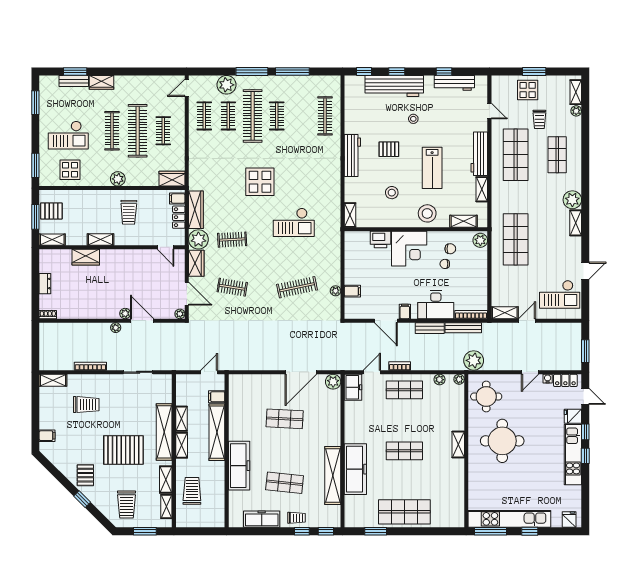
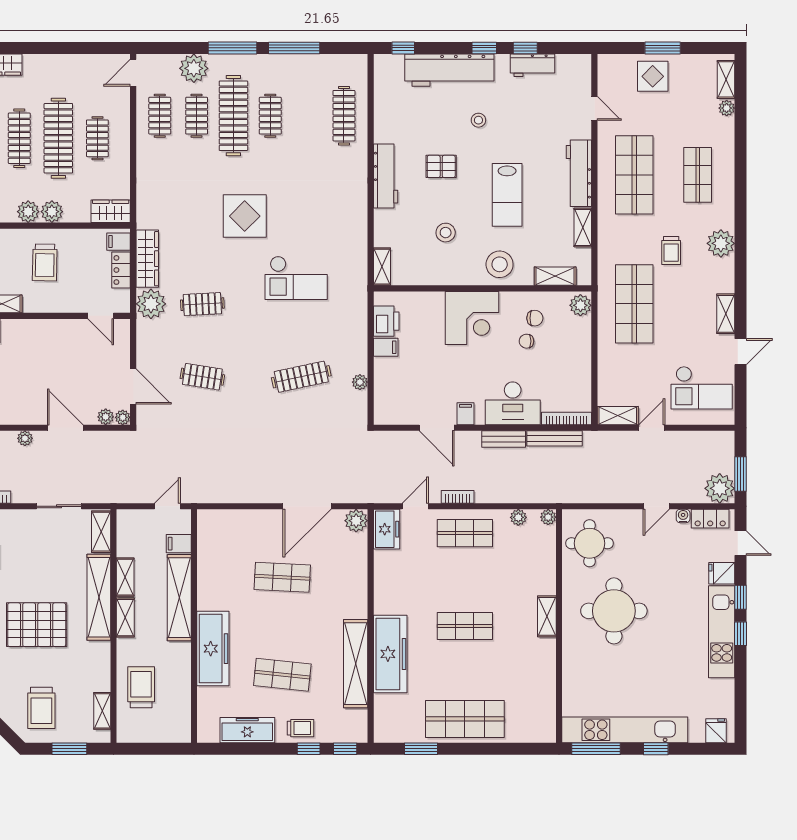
window: (397, 71) -> (484, 48), moved
workbench: (454, 83) -> (533, 65), width x0.73
trolley: (539, 119) -> (671, 251), moved
plant: (133, 179) -> (52, 212), added
shelving: (576, 223) -> (726, 314), moved
printer: (381, 240) -> (386, 321), moved, turned -90
wardrobe: (196, 263) -> (148, 340), removed
filing cabinet: (352, 291) -> (386, 347), moved
plant: (125, 313) -> (106, 417), moved
plant: (474, 360) -> (720, 488), moved
shelving: (166, 480) -> (101, 532), moved

